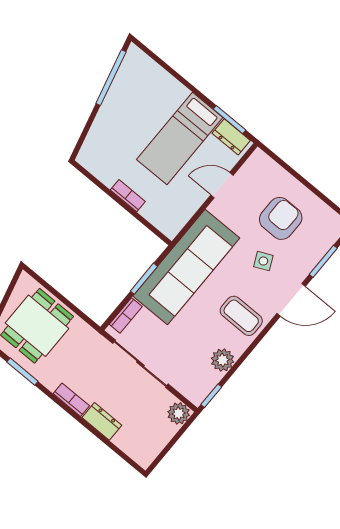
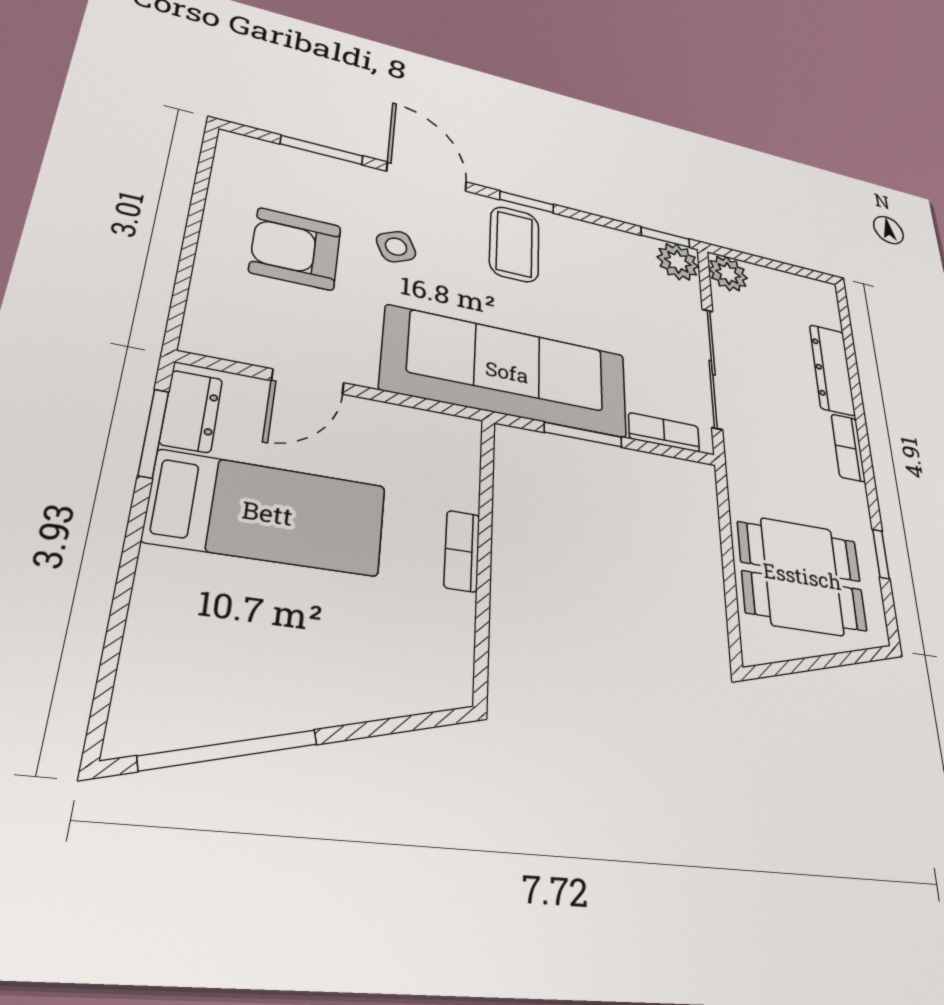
door: (222, 185) -> (308, 382), hinge flipped
window: (259, 338) -> (527, 202), added
plant: (223, 360) -> (678, 262), moved
window: (22, 372) -> (881, 554), width x0.67
dresser: (102, 421) -> (832, 370), width x1.44

